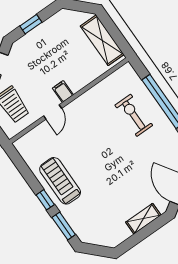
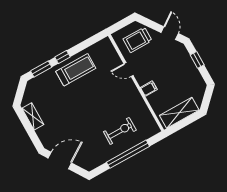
filing cabinet: (63, 91) -> (149, 89), moved
shelving: (143, 219) -> (33, 116), moved

